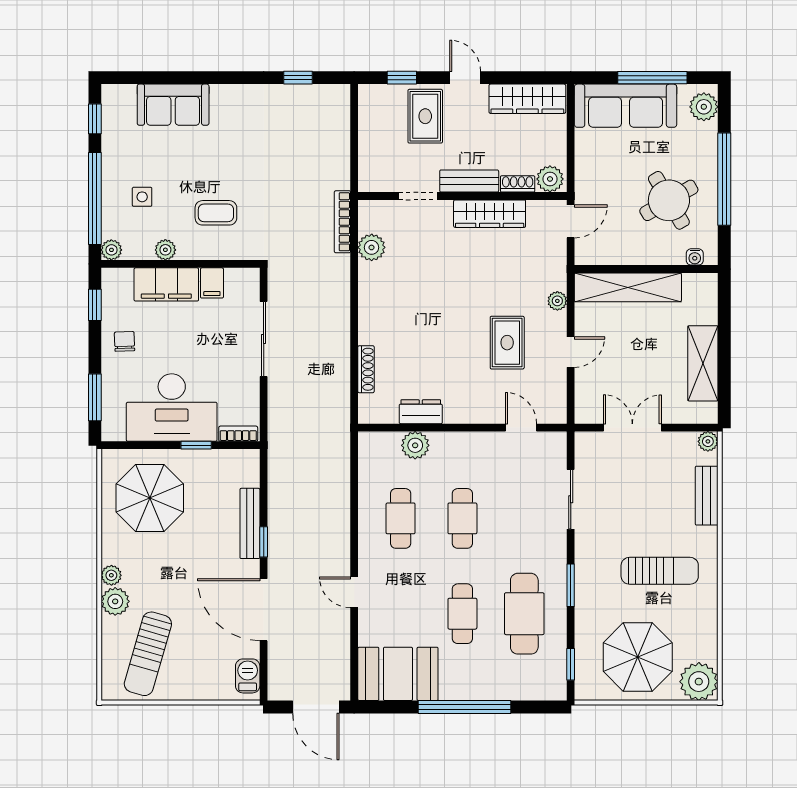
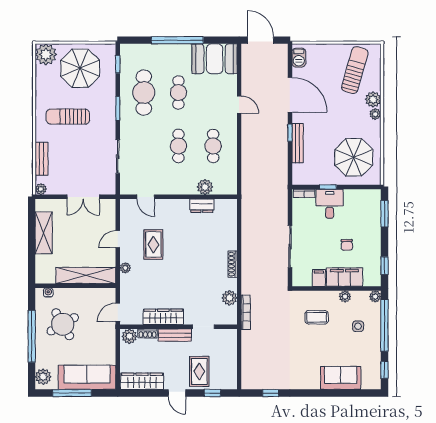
chair: (125, 341) -> (347, 245), moved
shoe rack: (366, 369) -> (233, 264), moved
desk: (172, 408) -> (330, 204), width x0.53, depth x0.77

